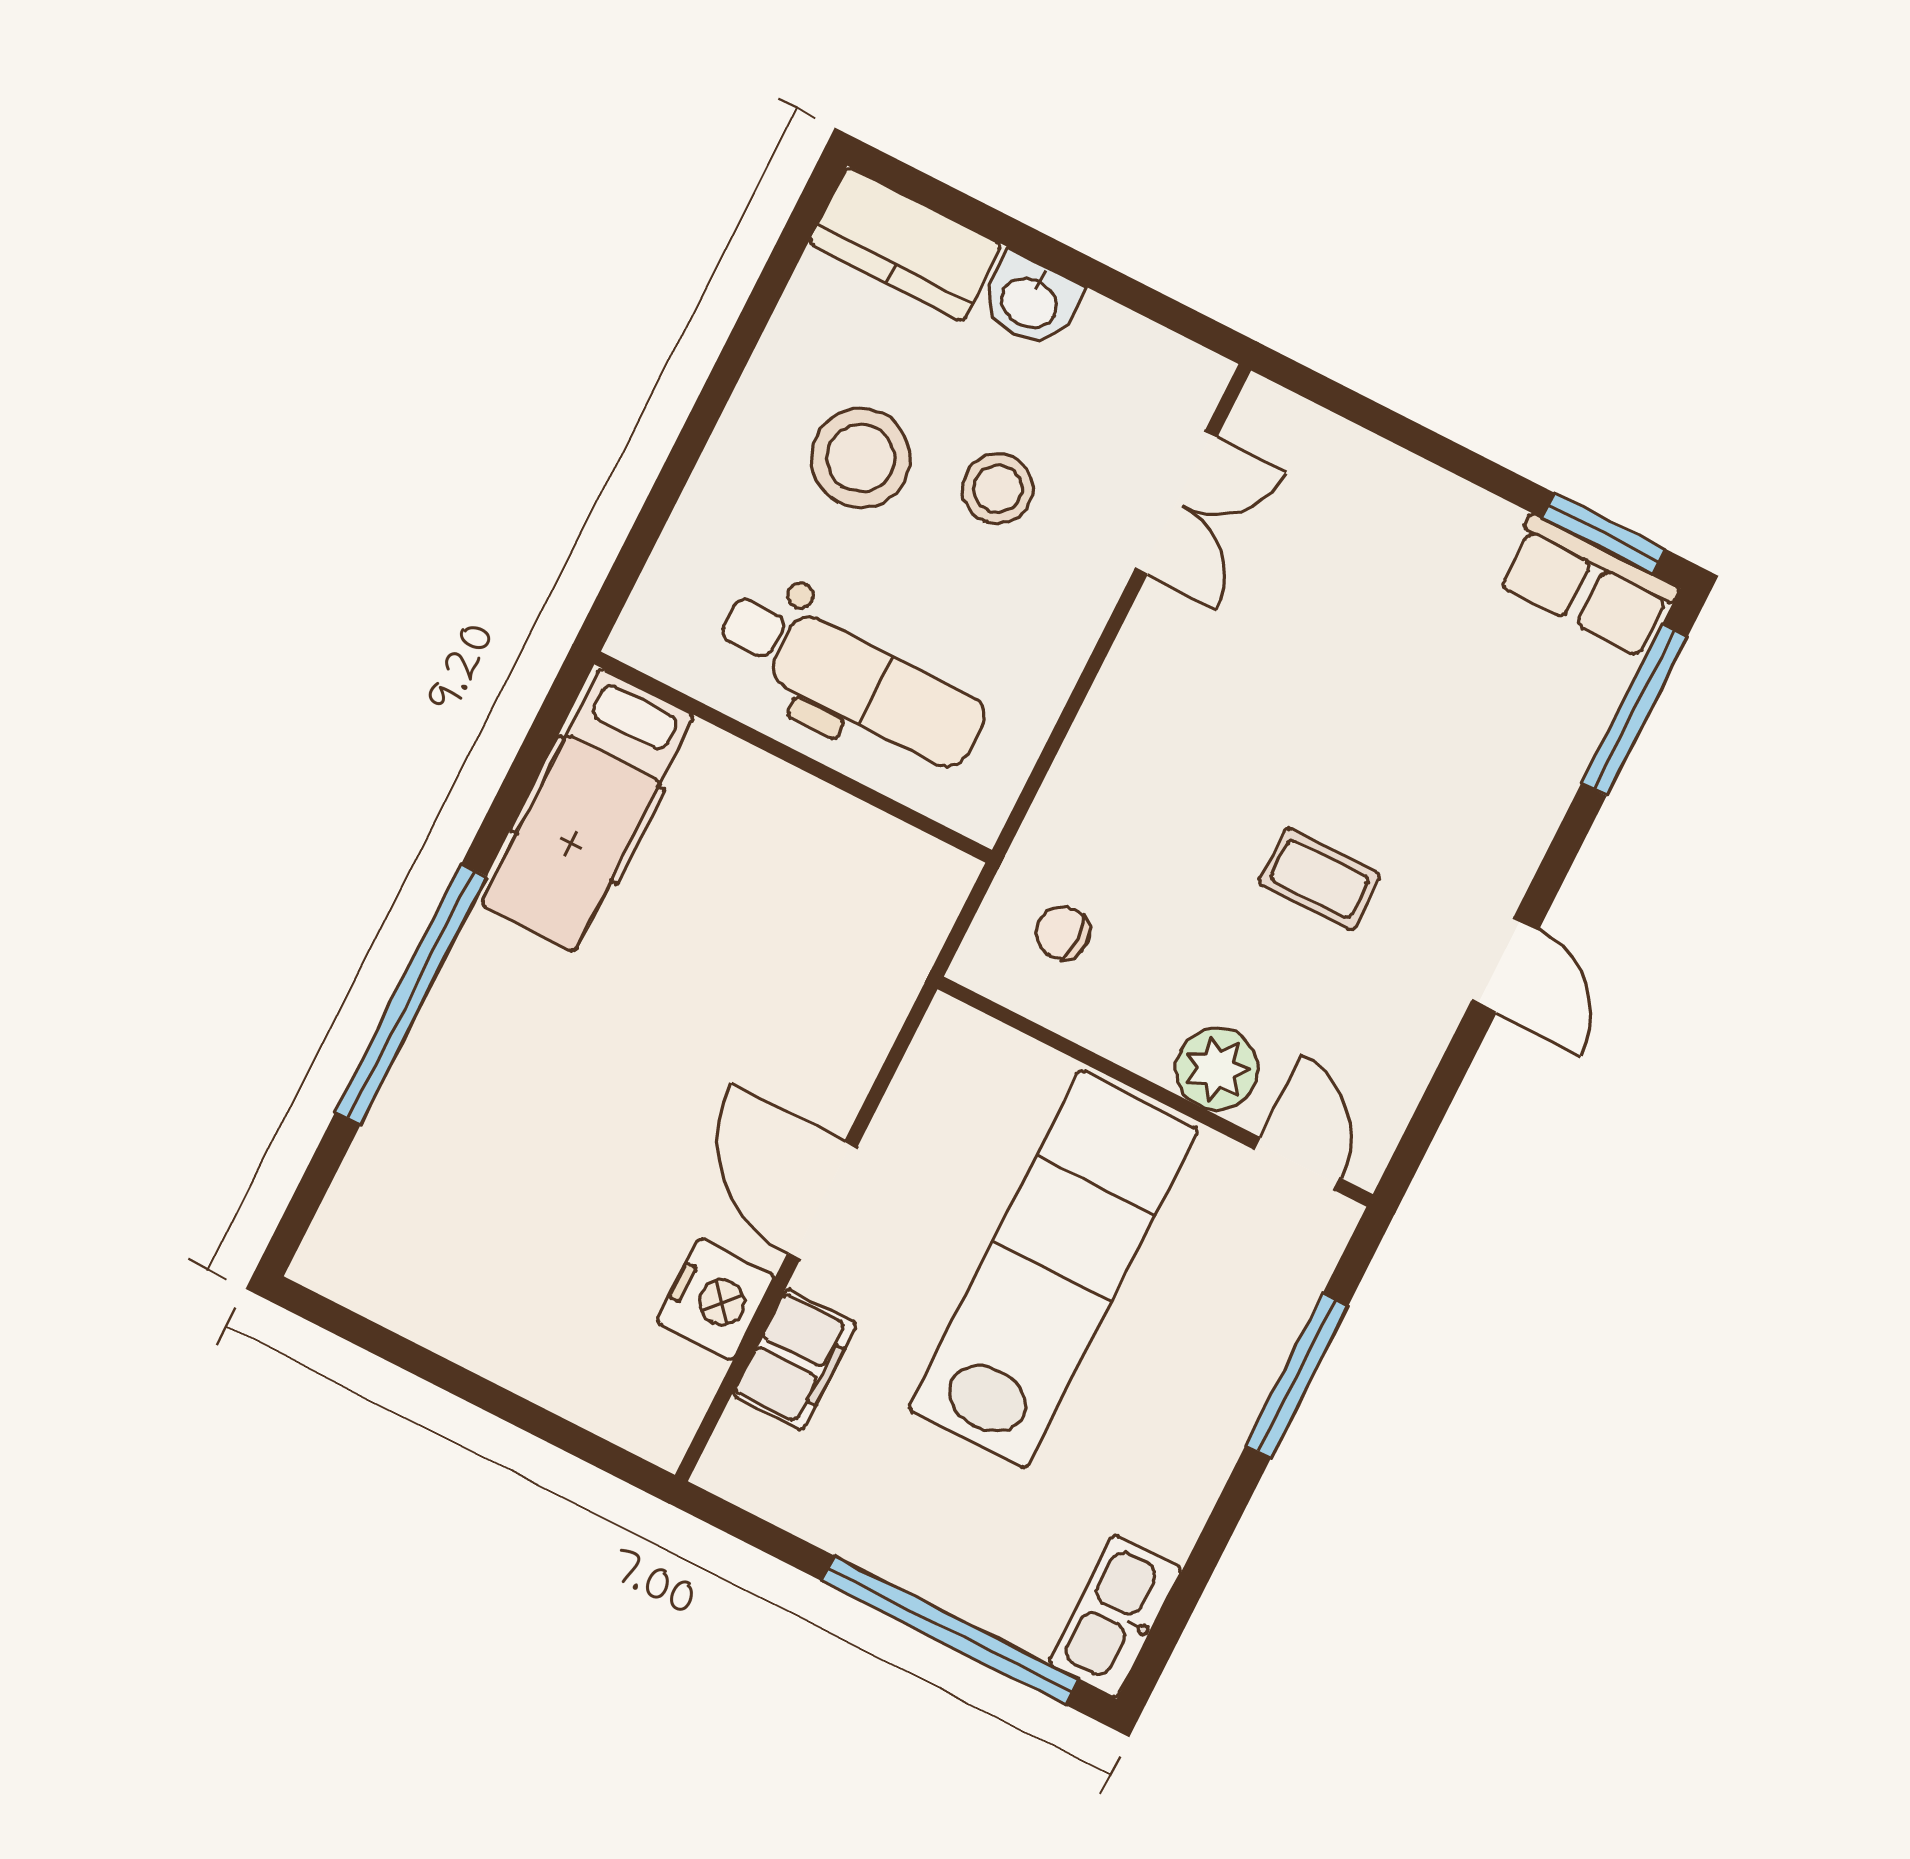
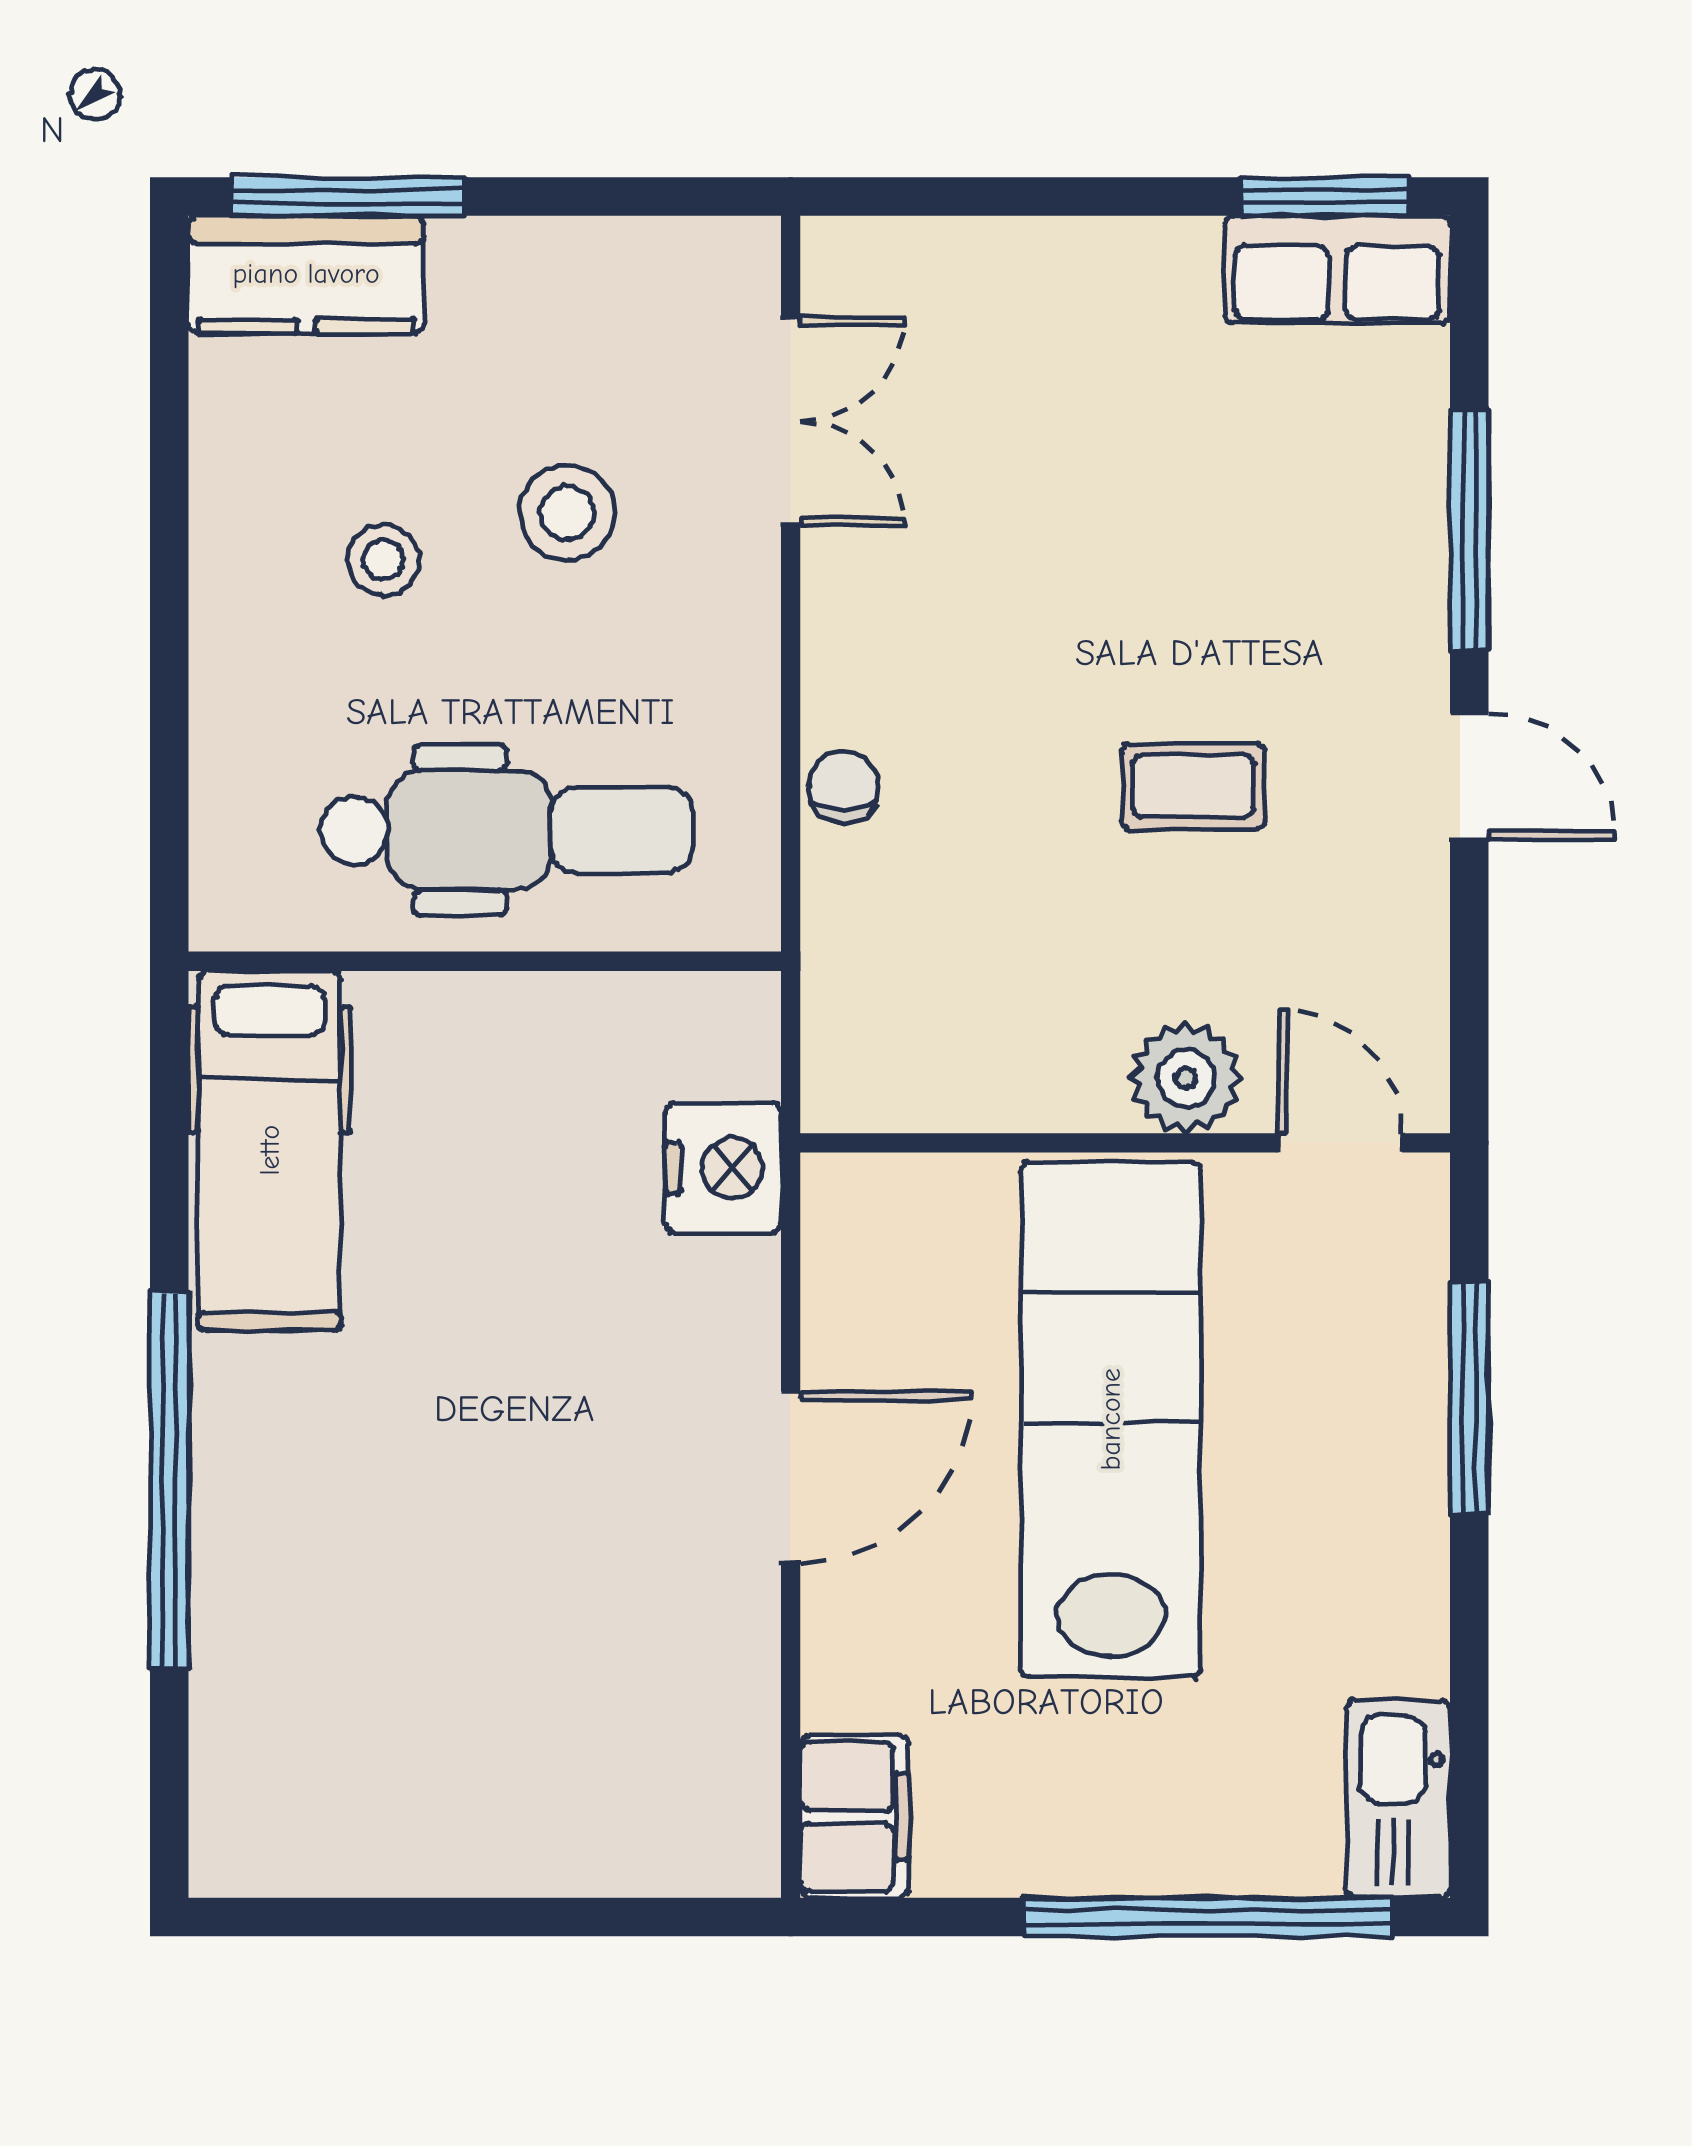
window: (959, 206) -> (348, 197), added
washbasin: (1030, 301) -> (491, 266), removed
stool: (861, 458) -> (383, 560), width x0.53, depth x0.53
window: (1634, 710) -> (1469, 530), moved
chair: (1063, 933) -> (844, 787), moved, turned 90
door: (822, 1200) -> (791, 1477), swing flipped
nightstand: (716, 1299) -> (723, 1168), moved
filing cabinet: (794, 1359) -> (854, 1817), moved

